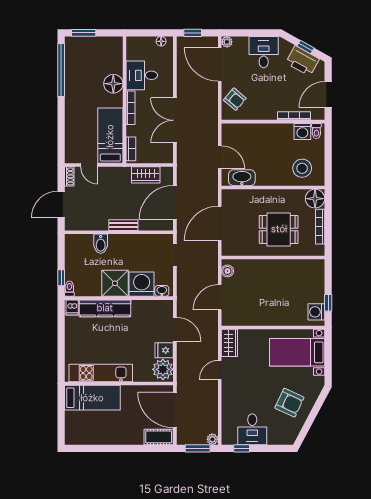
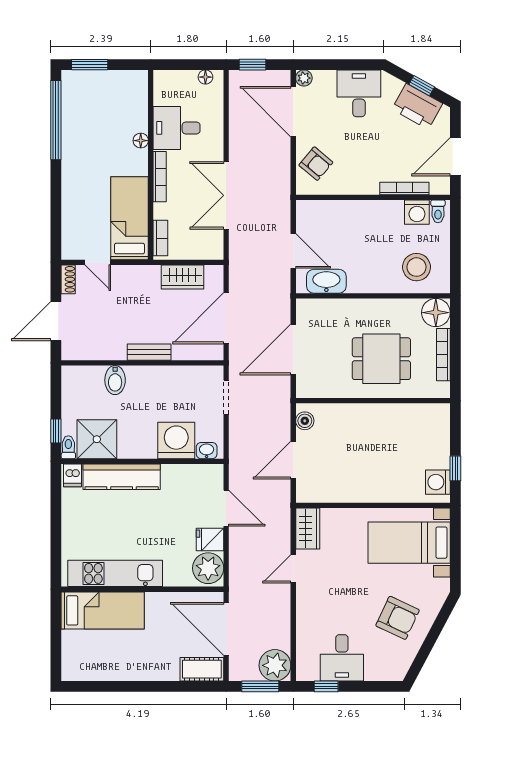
floor lamp: (113, 84) -> (141, 141), width x0.53, depth x0.53
shower: (115, 283) -> (97, 439), moved
plant: (212, 439) -> (275, 665), width x1.87, depth x1.87

